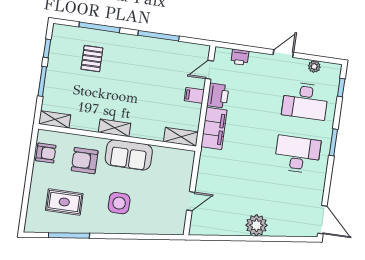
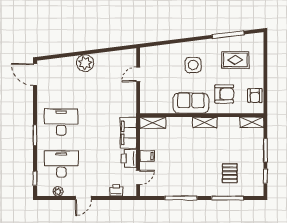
armchair: (46, 153) -> (255, 96), turned -90
desk: (298, 154) -> (61, 122), turned 180

